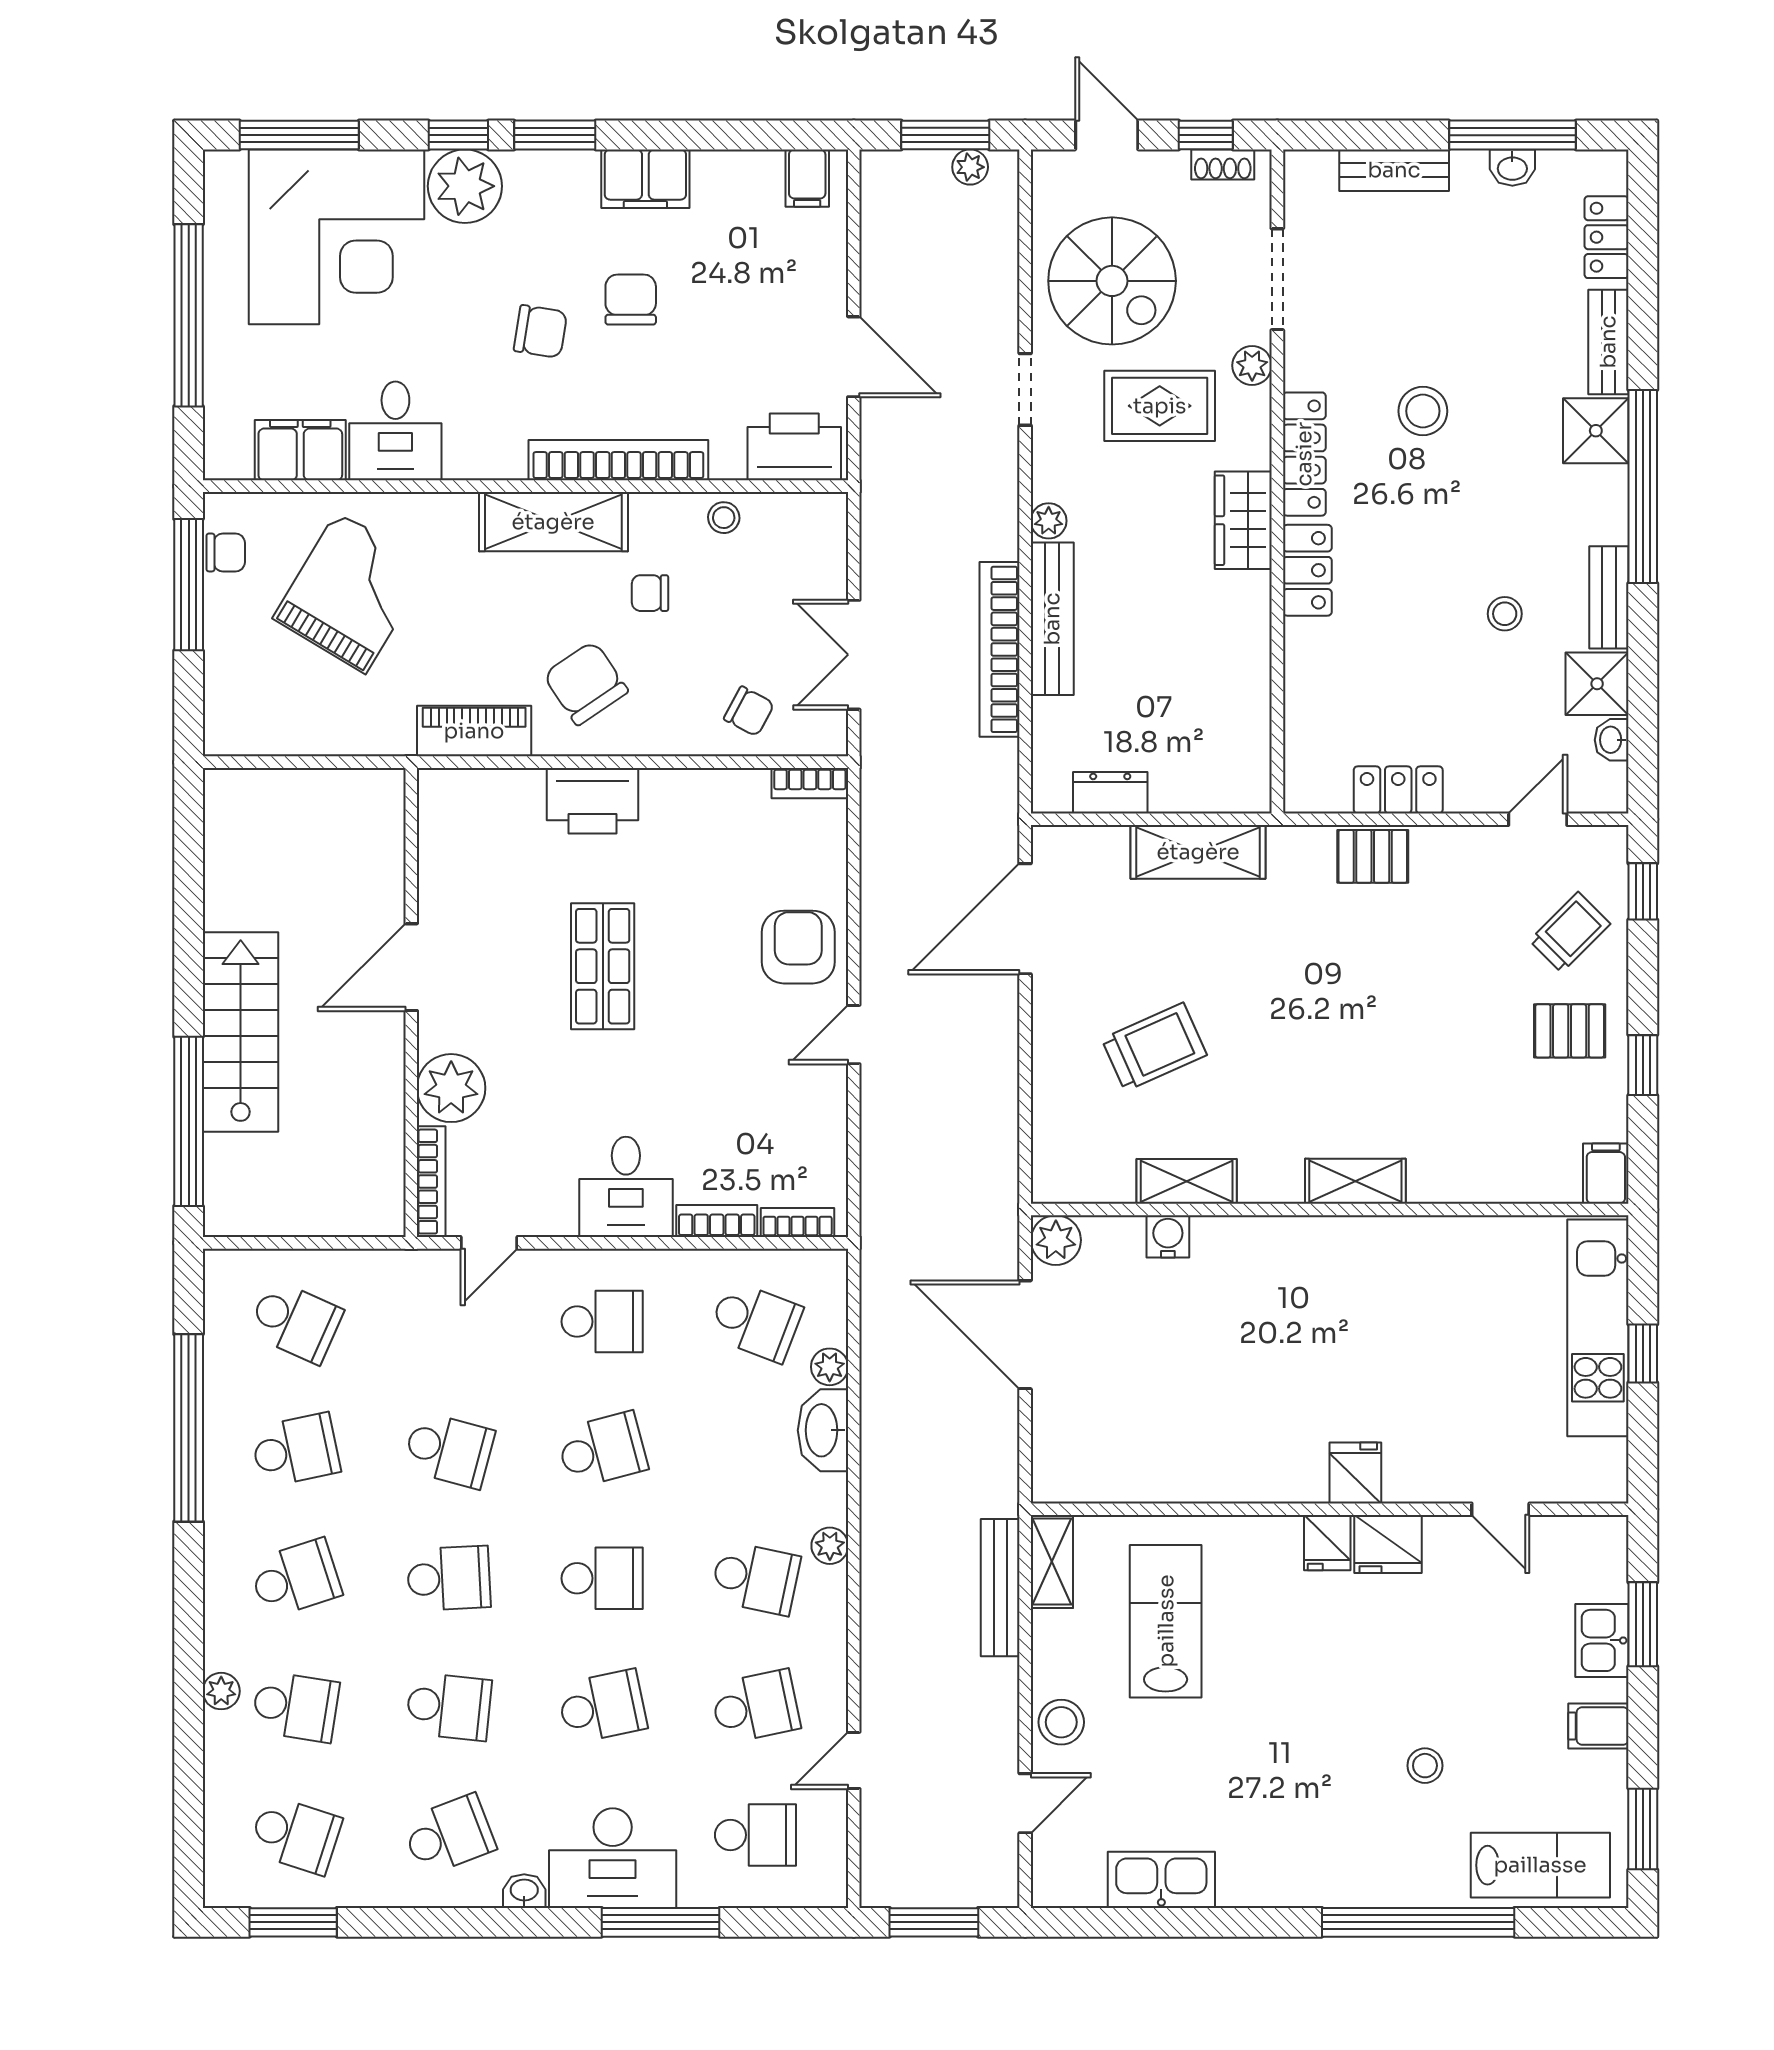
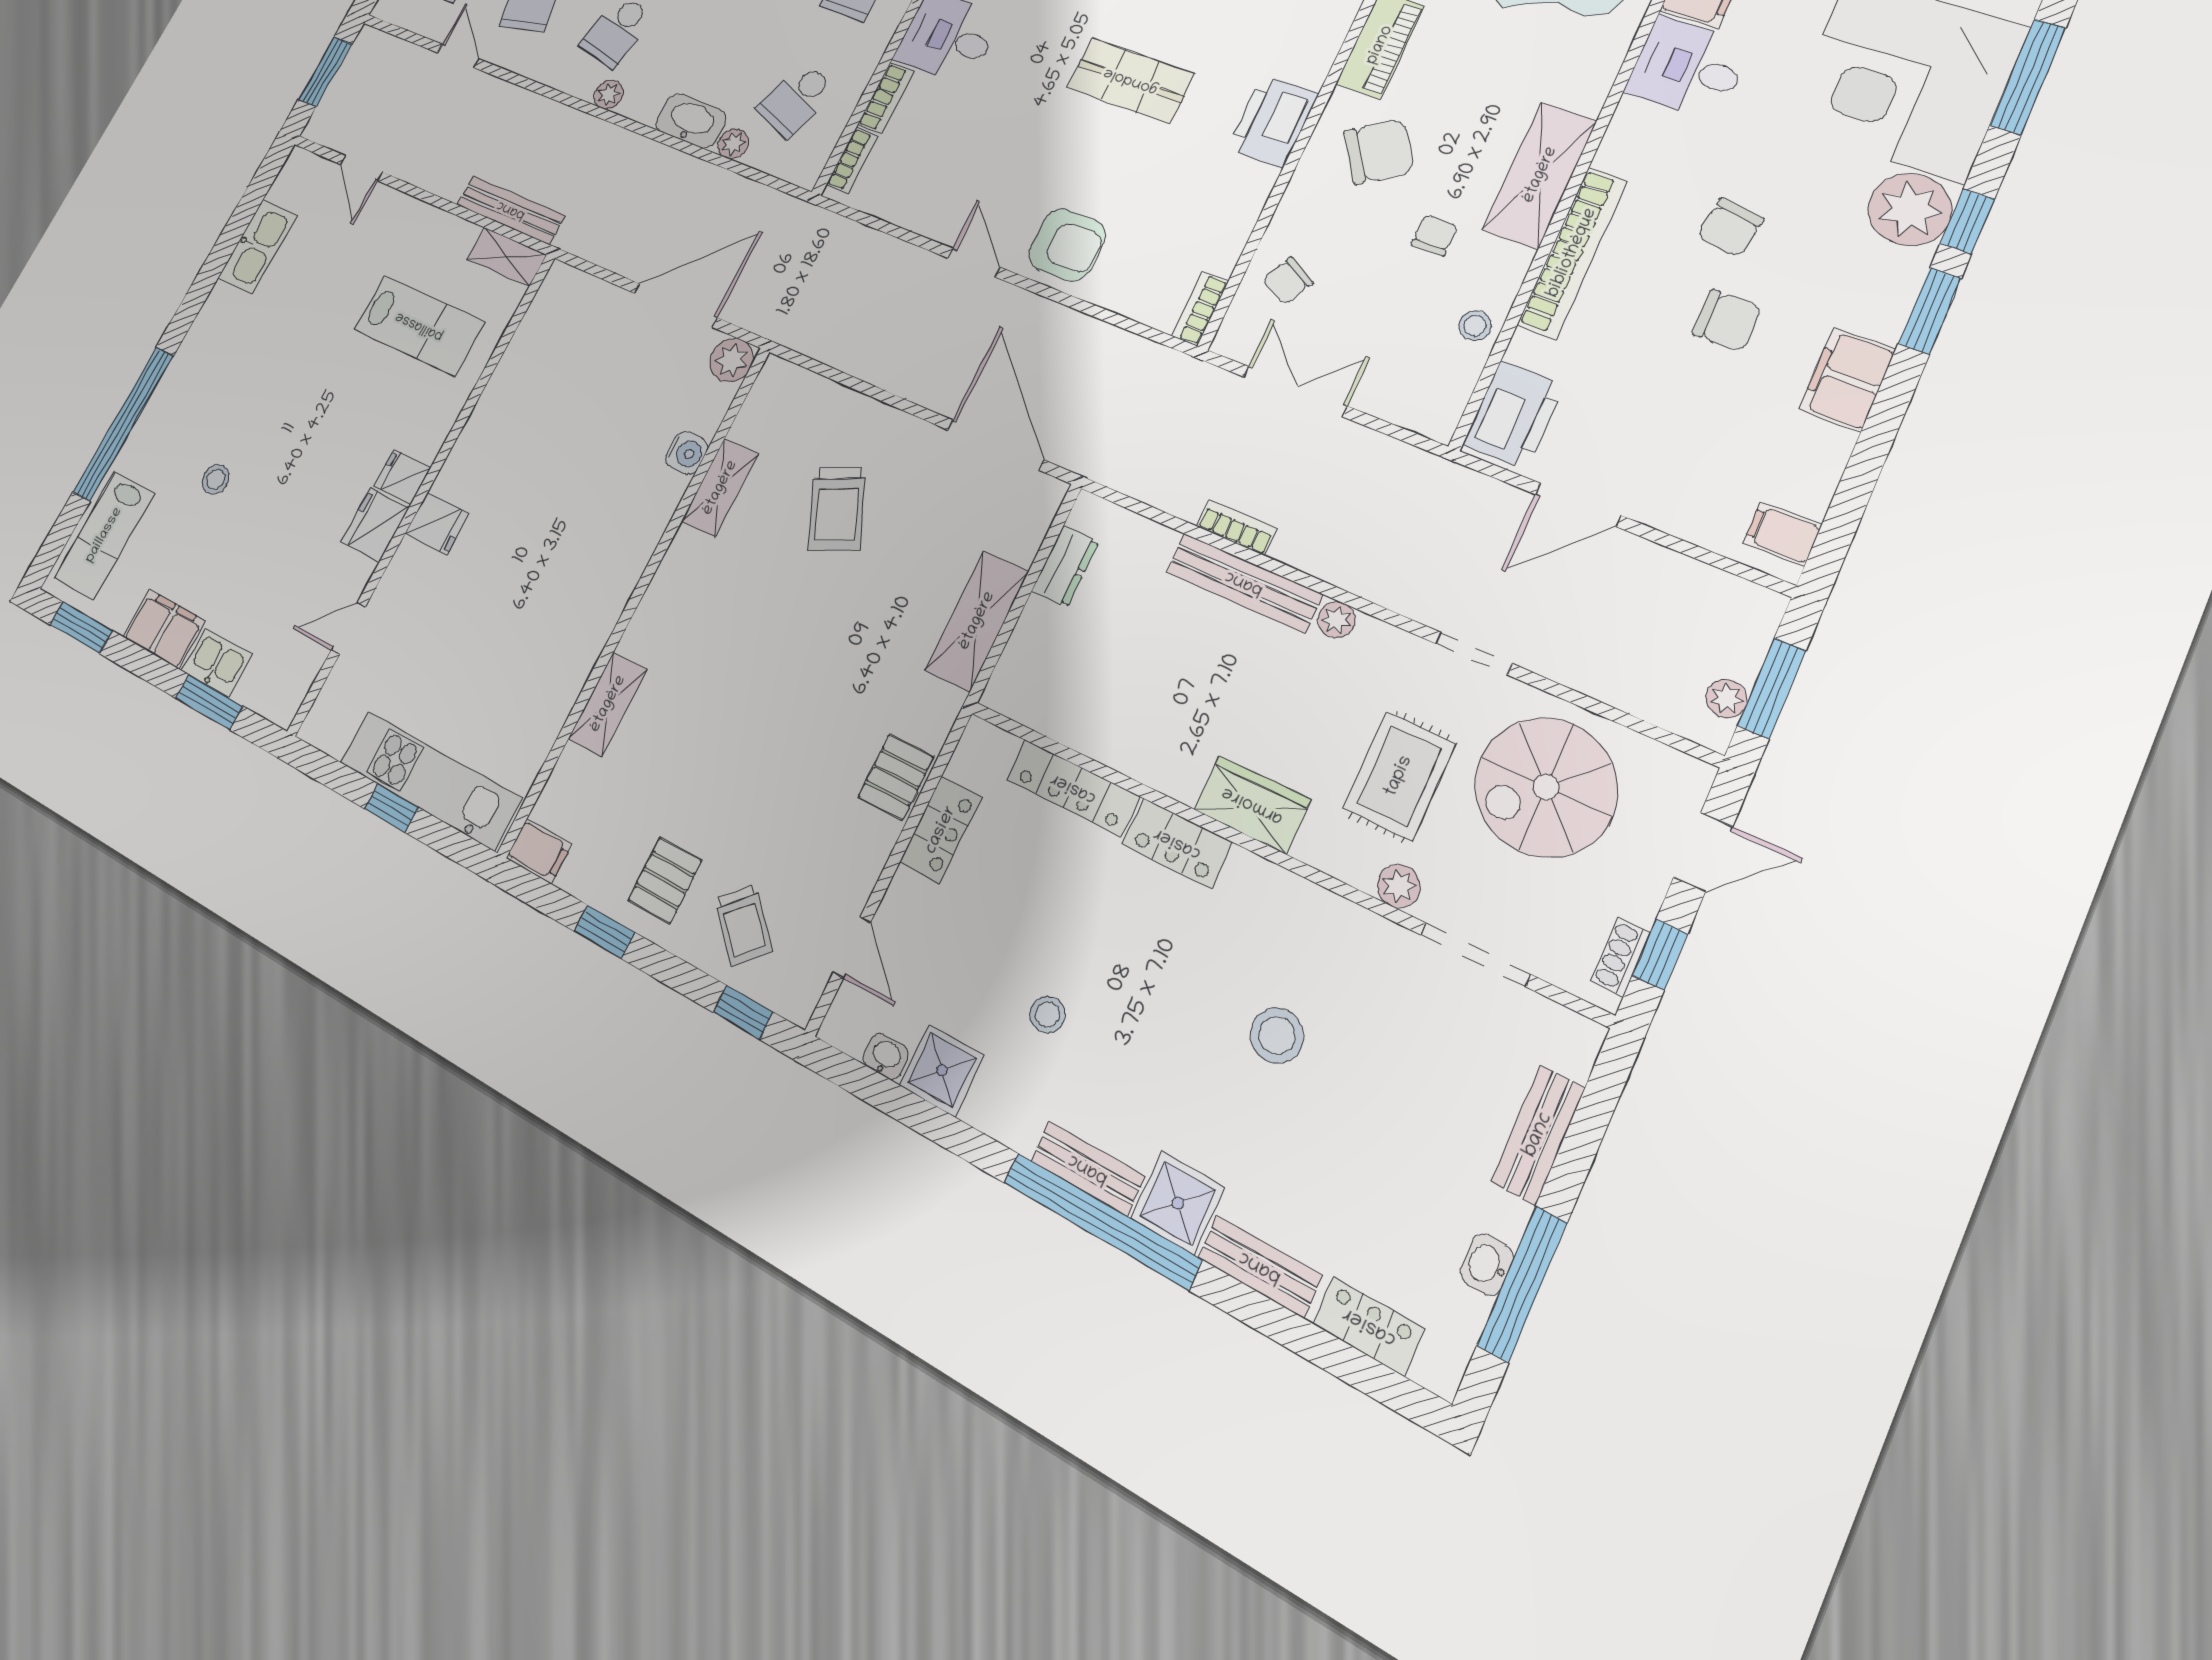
locker: (1304, 454) -> (1073, 788), moved
bench: (1609, 597) -> (1088, 1169), moved
bookcase: (1000, 649) -> (1237, 527), width x0.43, depth x0.76
shelving: (1355, 1181) -> (608, 704), moved
stool: (1061, 1722) -> (398, 217), removed
filing cabinet: (1598, 1726) -> (164, 629), width x2.00

